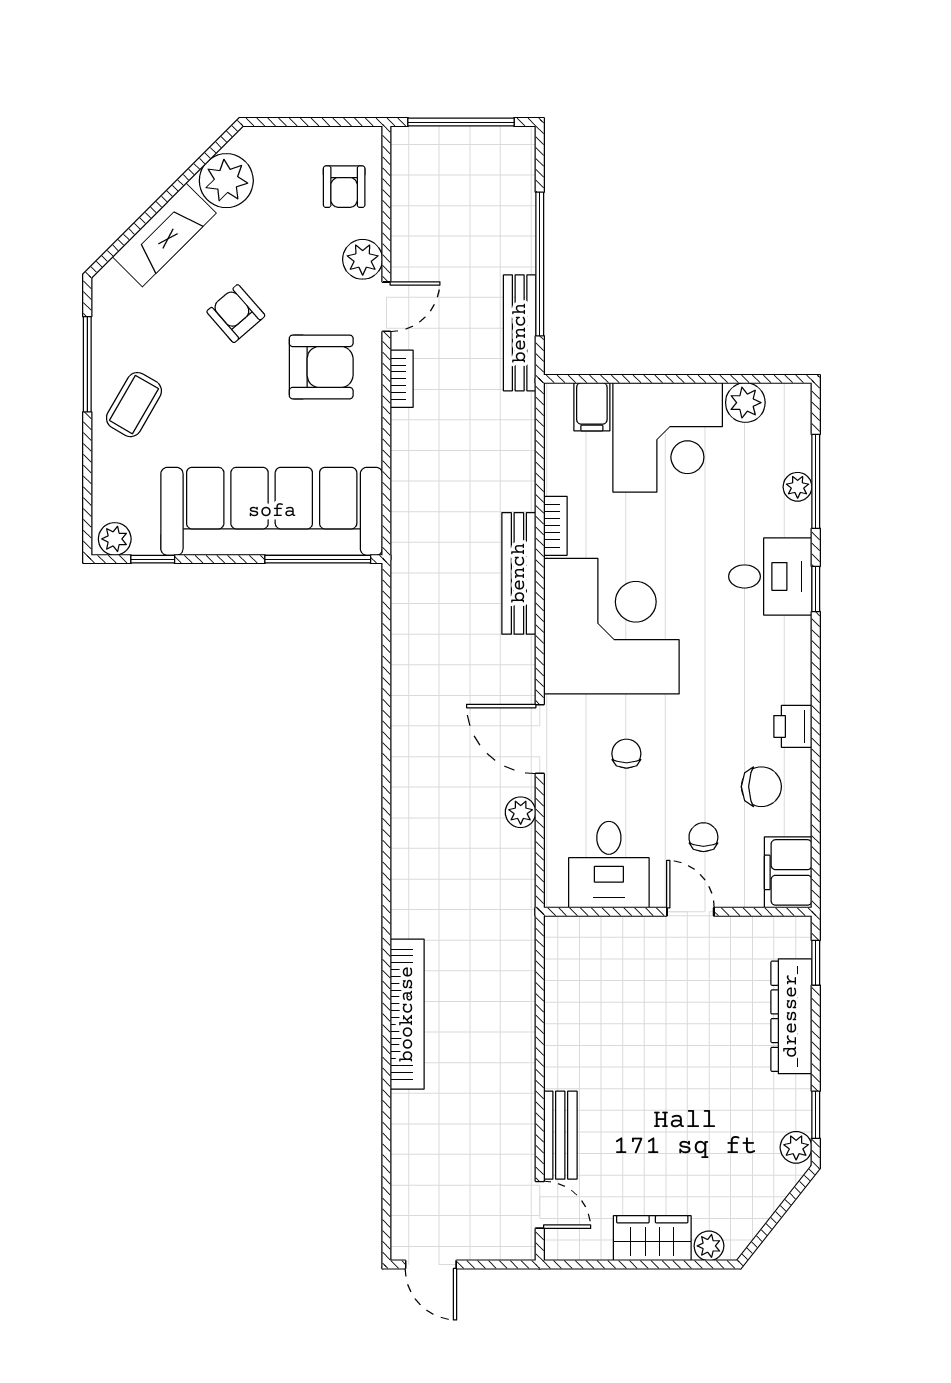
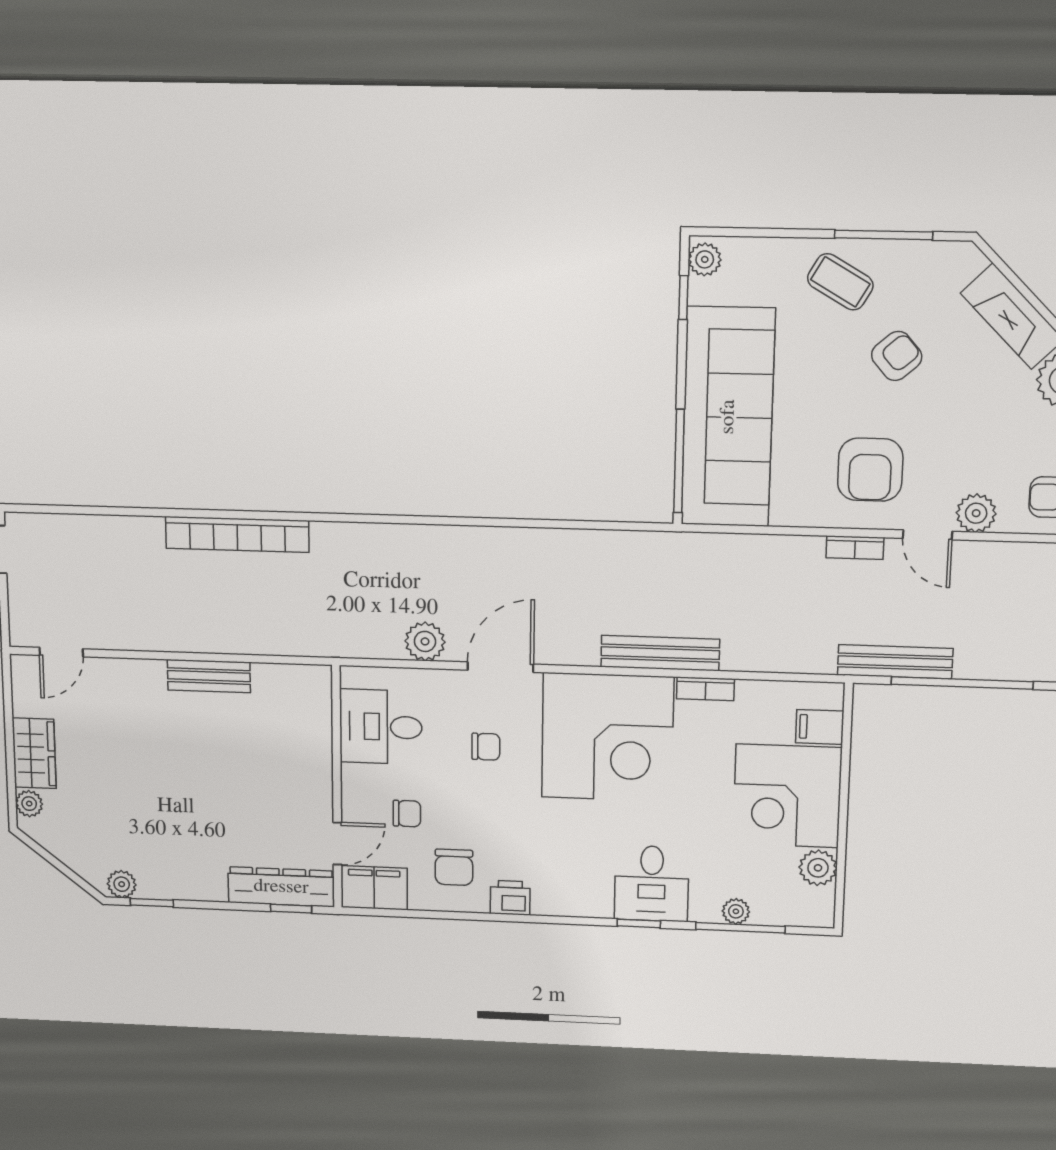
armchair: (236, 314) -> (897, 356), moved
plant: (521, 812) -> (425, 641), width x1.38, depth x1.38
door: (690, 912) -> (337, 844), moved
dresser: (791, 1016) -> (281, 887), moved
bench: (560, 1135) -> (209, 676), moved

